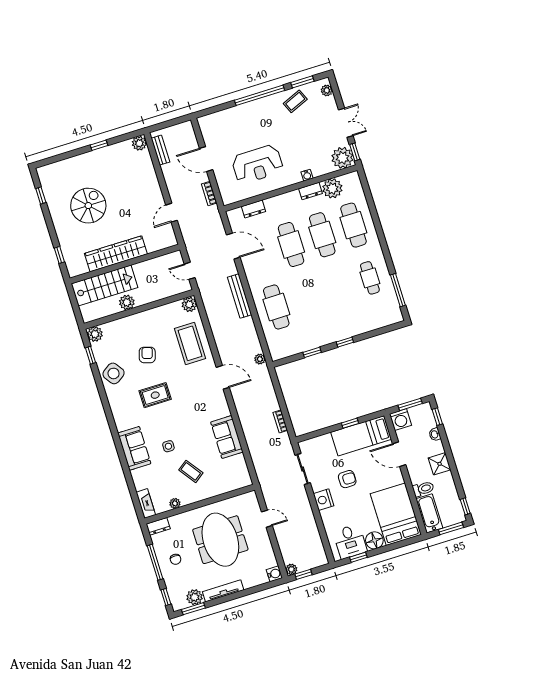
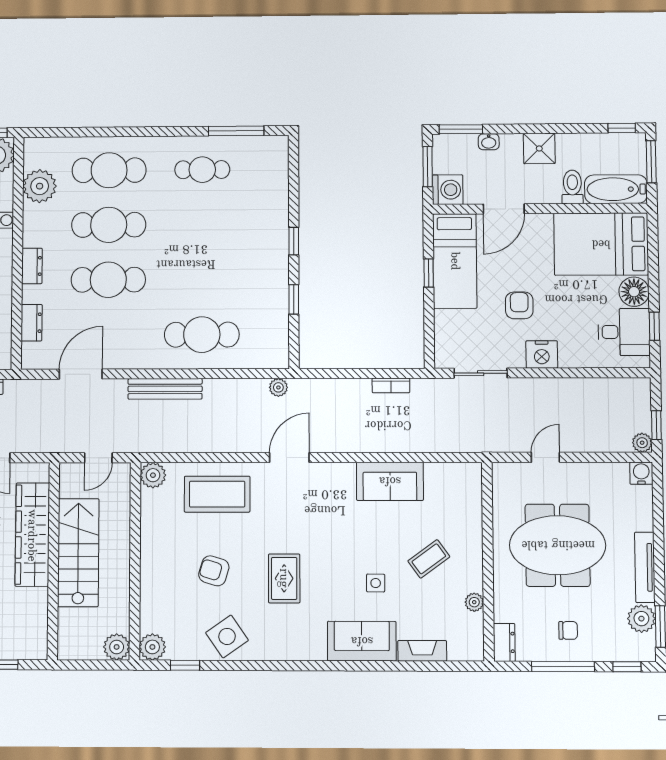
dresser: (310, 191) -> (32, 266), moved
wardrobe: (116, 254) -> (32, 535), moved
stairs: (104, 286) -> (78, 553), moved
plant: (127, 302) -> (117, 647), moved
window: (437, 417) -> (461, 129), width x1.50
fireplace: (146, 504) -> (422, 651), moved

